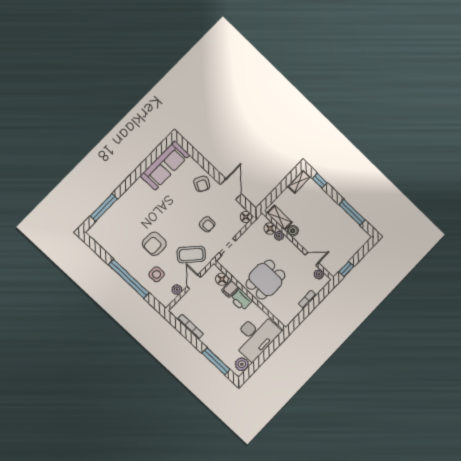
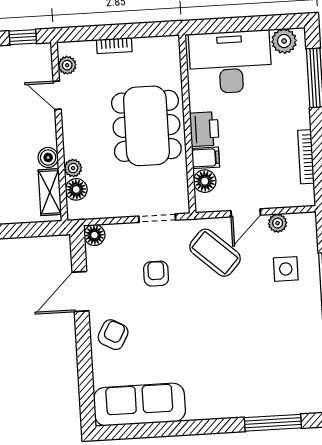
armchair: (154, 244) -> (251, 313), removed
dining table: (265, 280) -> (146, 126), width x1.37

